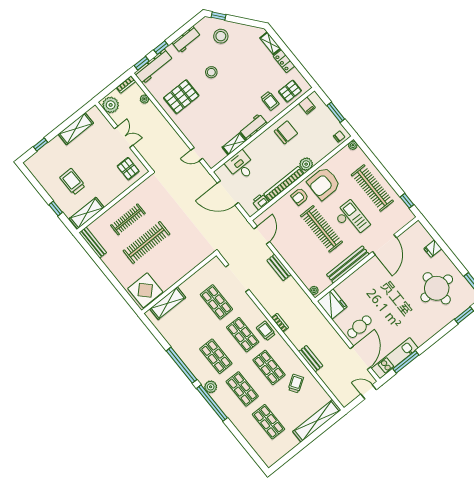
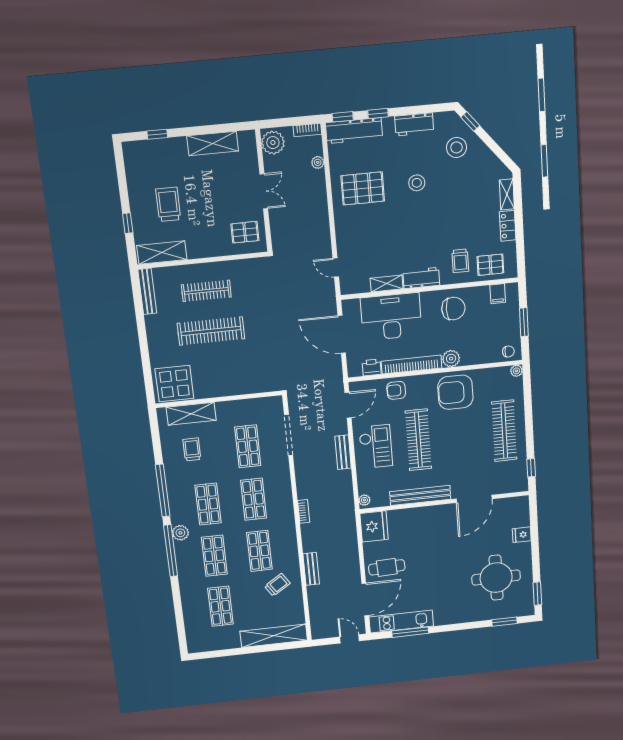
desk: (241, 166) -> (391, 317), width x1.87, depth x1.30
pallet: (128, 169) -> (245, 232), turned 90
armchair: (300, 197) -> (396, 390), moved
checkout: (352, 219) -> (376, 446), moved
trolley: (266, 331) -> (192, 449), moved

